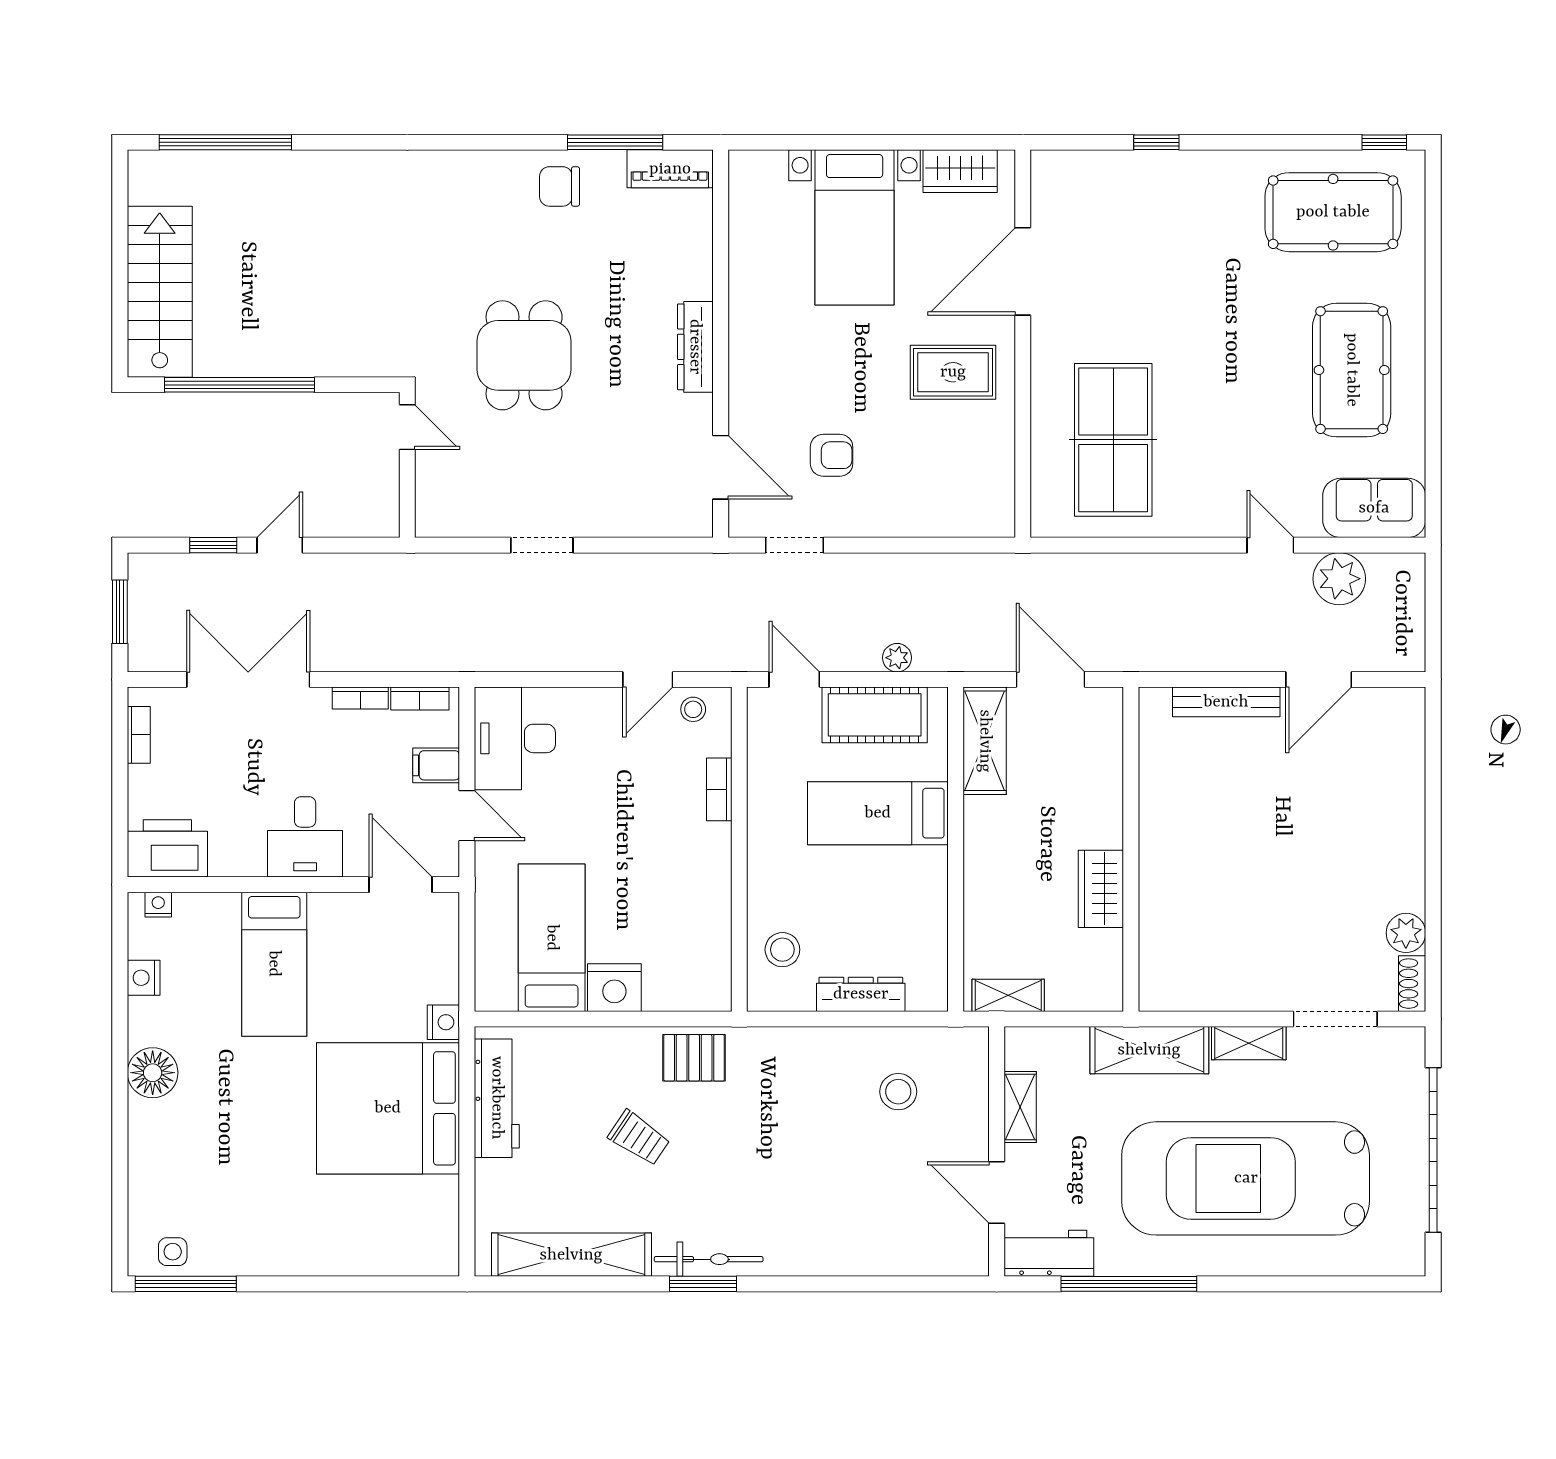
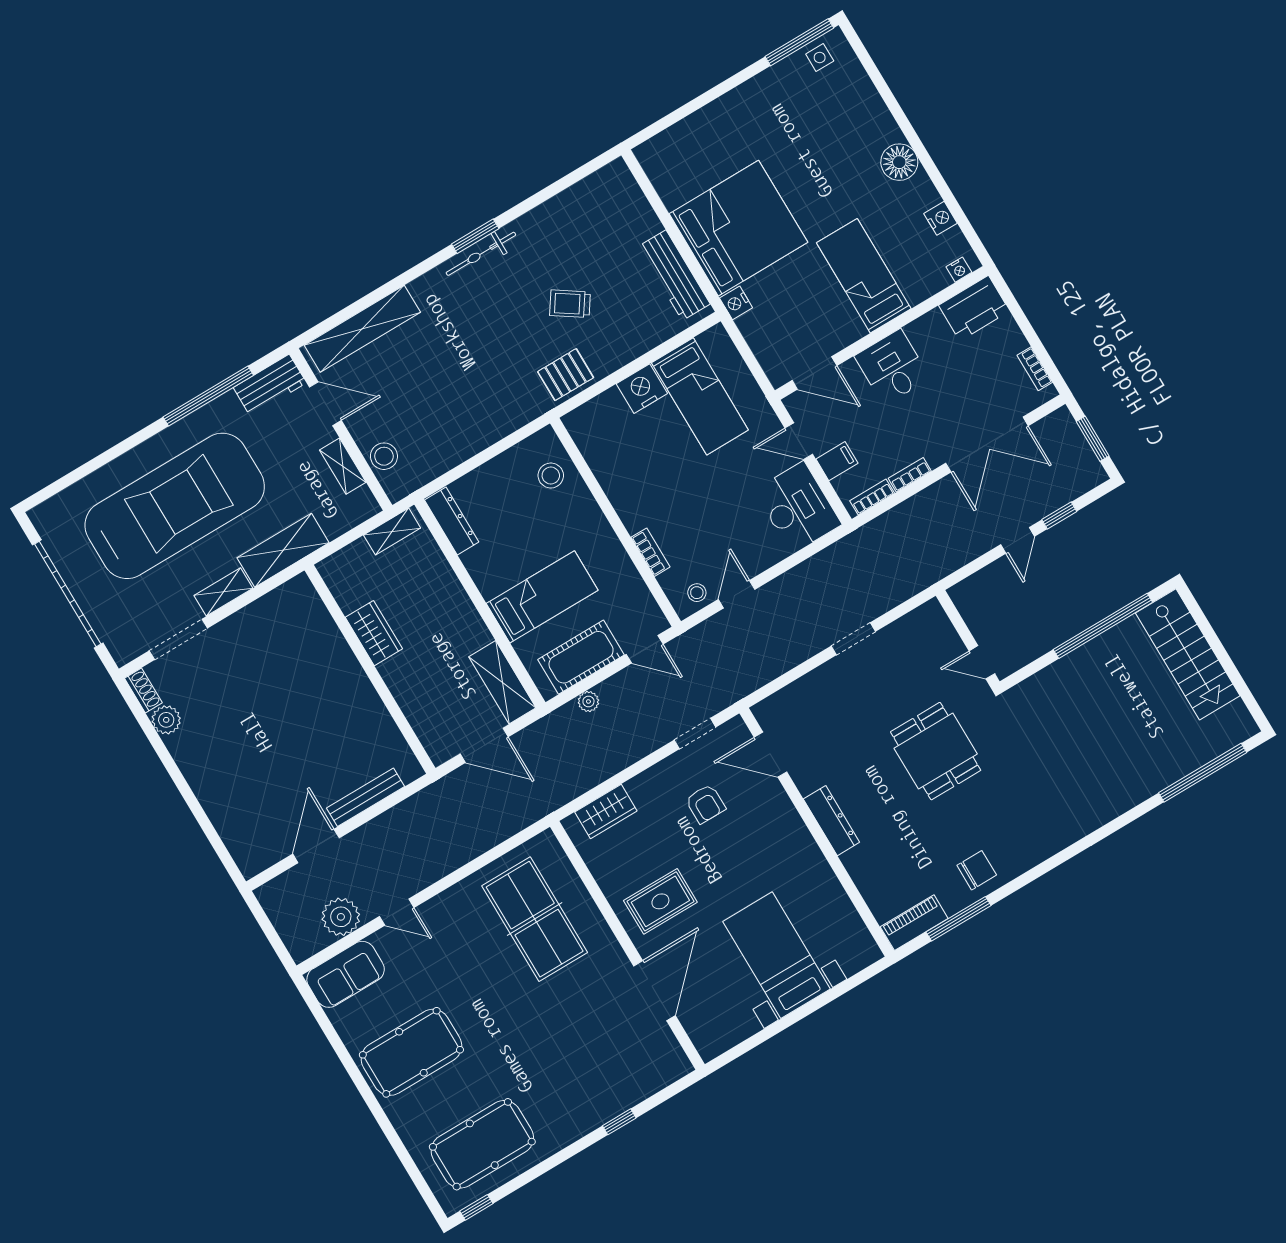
wardrobe: (960, 171) -> (606, 811), moved, turned 180
pool table: (1352, 370) -> (411, 1052), turned 90
armchair: (832, 455) -> (705, 804), turned -90
dresser: (861, 994) -> (452, 521), moved, turned -90
stool: (898, 1092) -> (384, 456), moved
shelving: (571, 1255) -> (362, 329), moved

